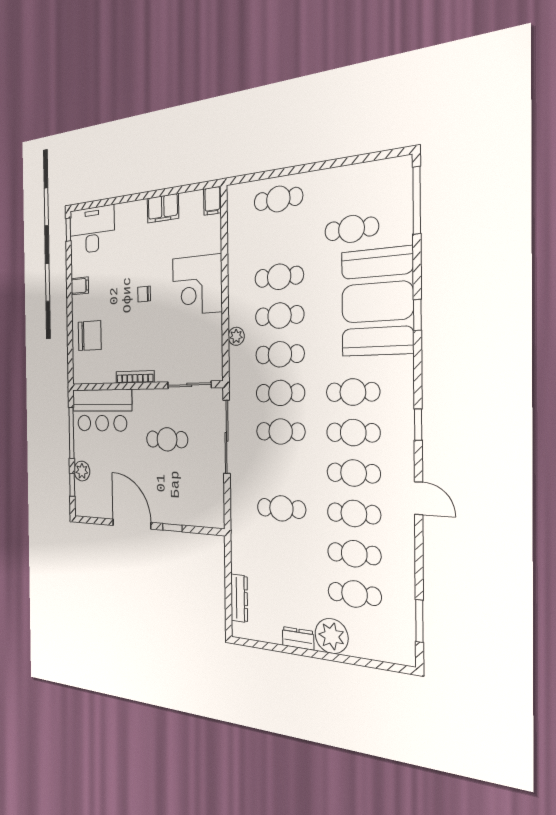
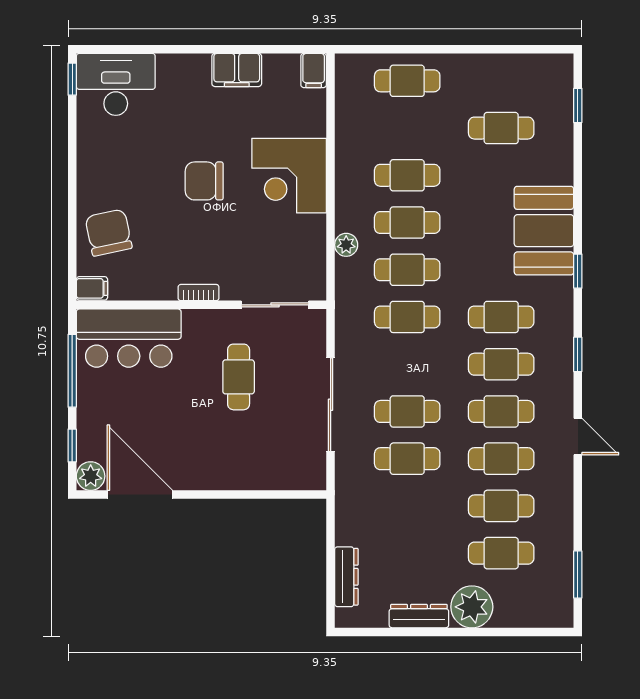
window: (417, 200) -> (578, 105), width x0.46
filing cabinet: (80, 286) -> (92, 288), moved
chair: (144, 294) -> (204, 181), width x1.87, depth x1.87
booth: (377, 302) -> (544, 231), width x0.73, depth x0.70
window: (417, 315) -> (578, 271), moved
chair: (90, 336) -> (109, 233), turned -102
bookcase: (135, 377) -> (199, 293), width x0.64
cafe table: (281, 431) -> (407, 411), moved
sliding door: (227, 437) -> (331, 405), moved
cafe table: (167, 439) -> (239, 377), turned 90
plant: (82, 471) -> (91, 476), moved
door: (132, 524) -> (140, 494), moved
window: (172, 528) -> (245, 494), removed
dresser: (298, 638) -> (419, 616), width x1.44

